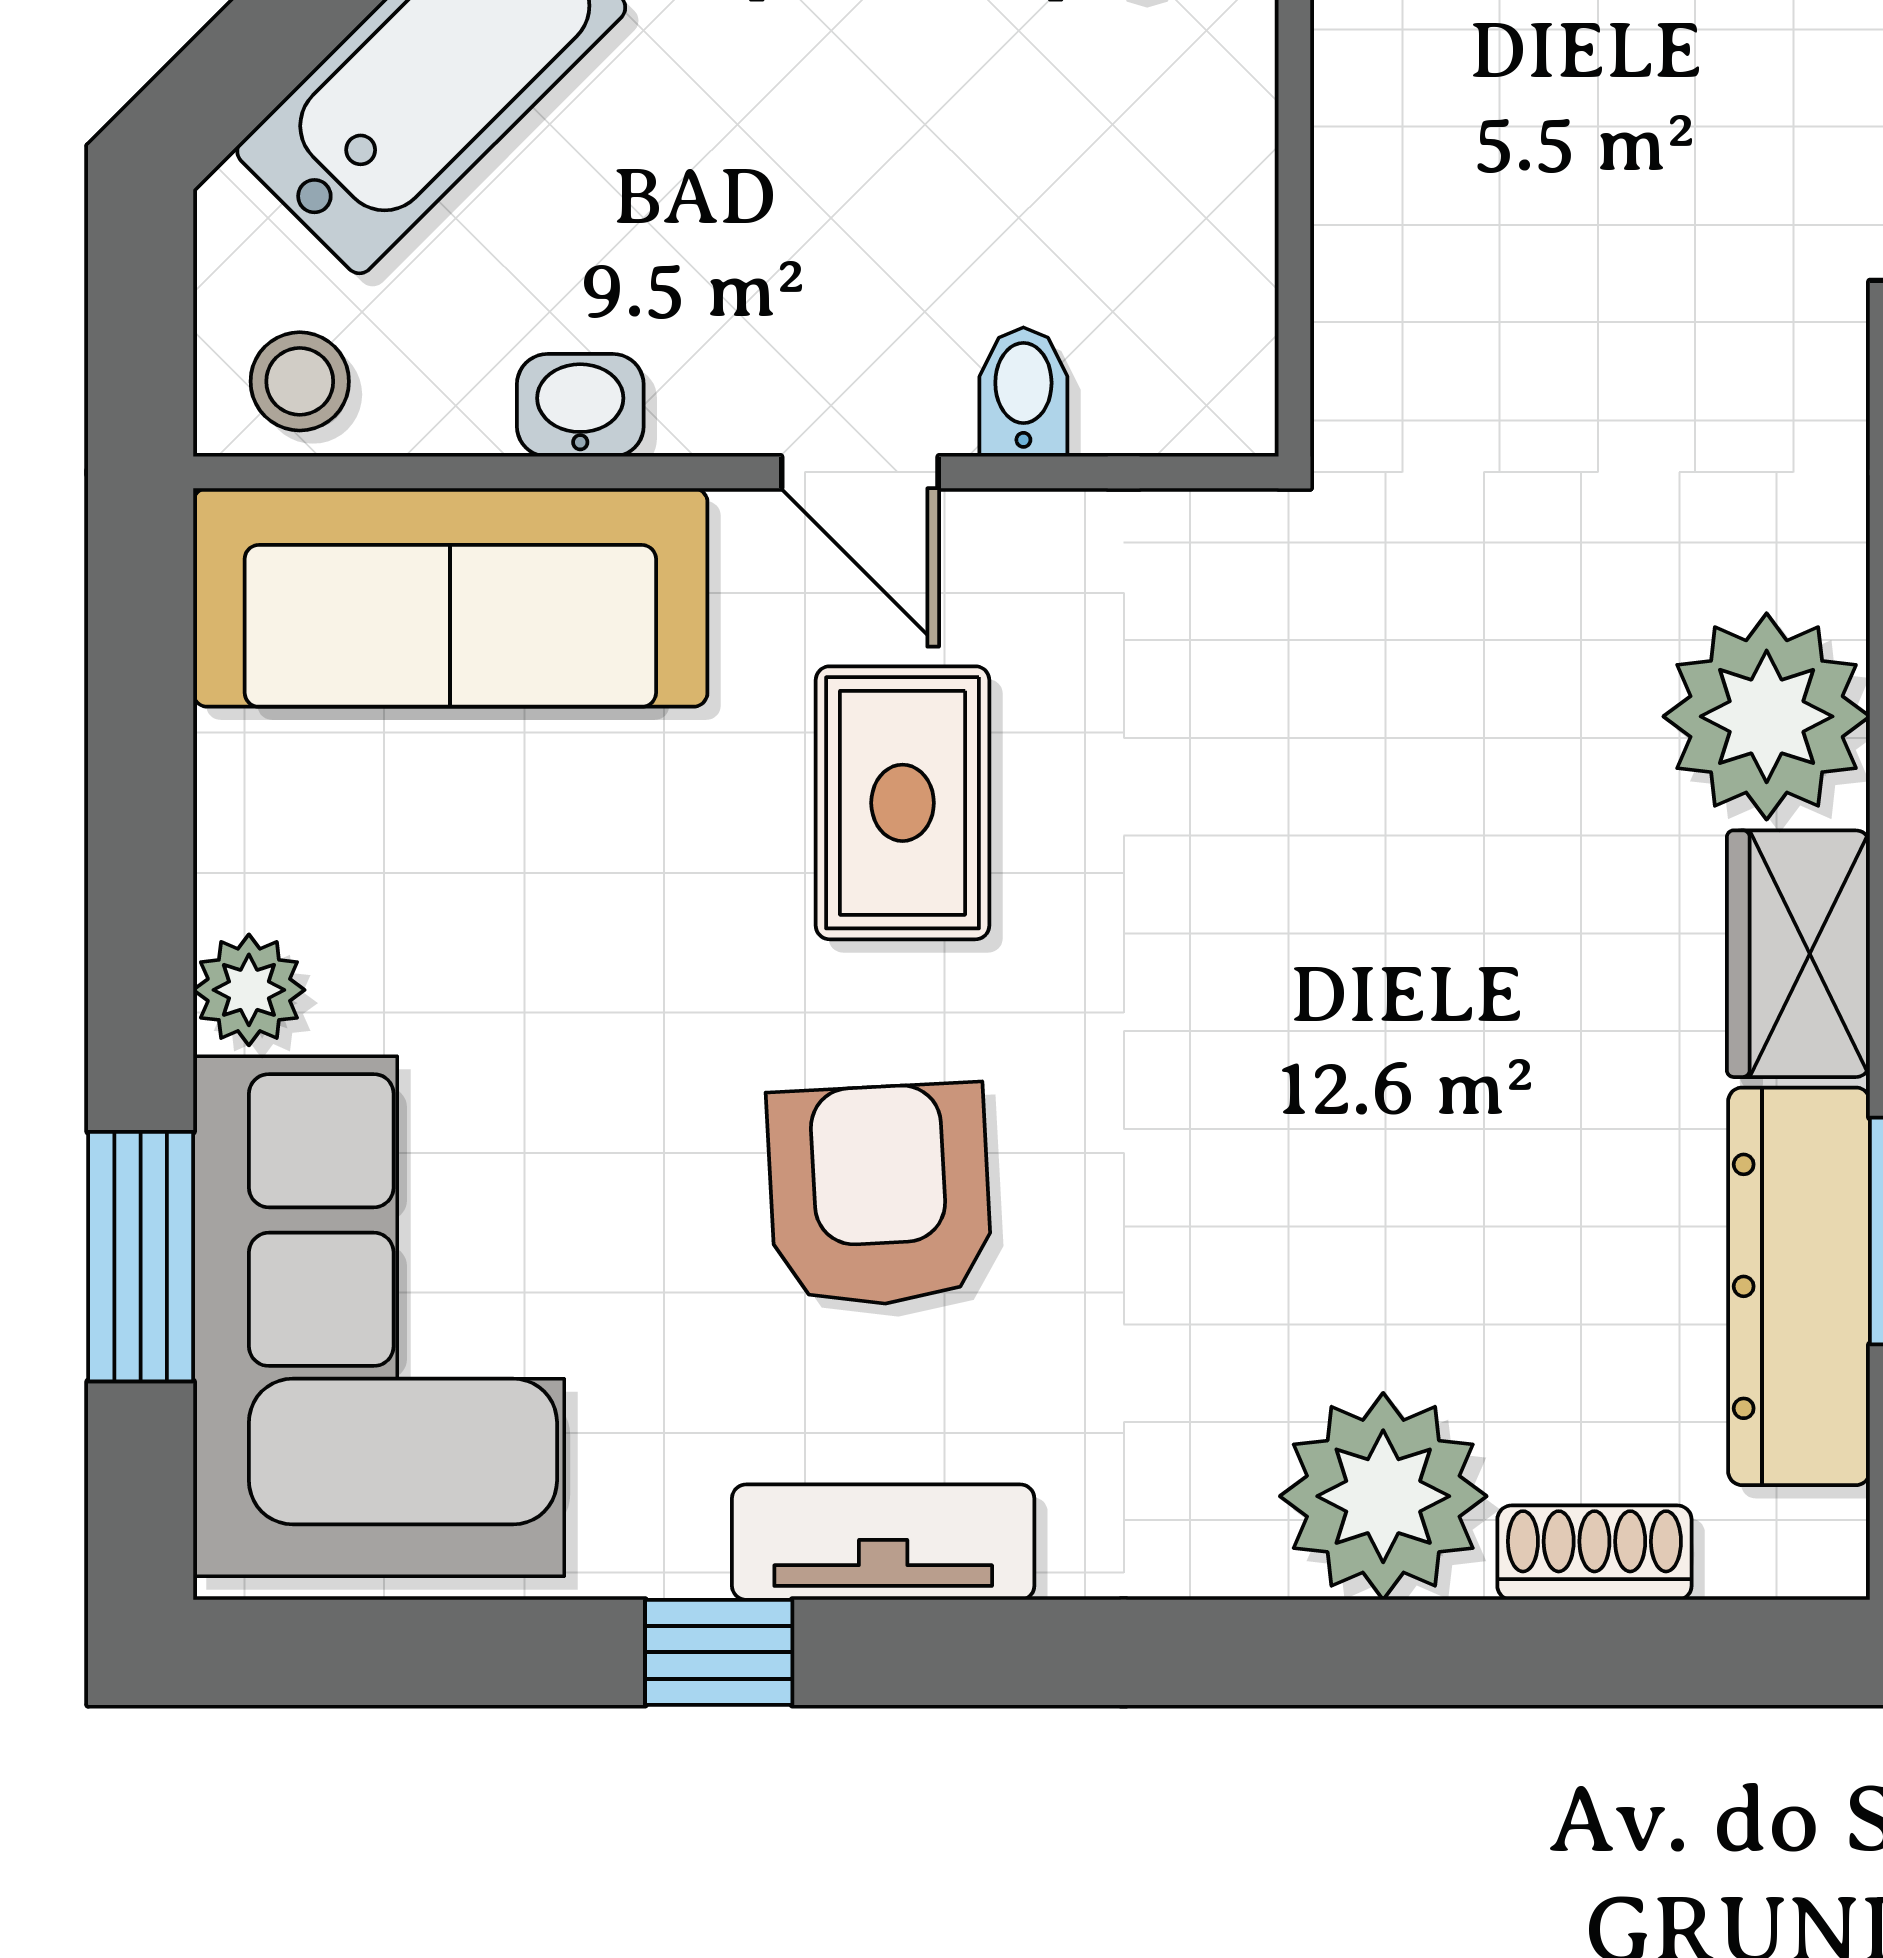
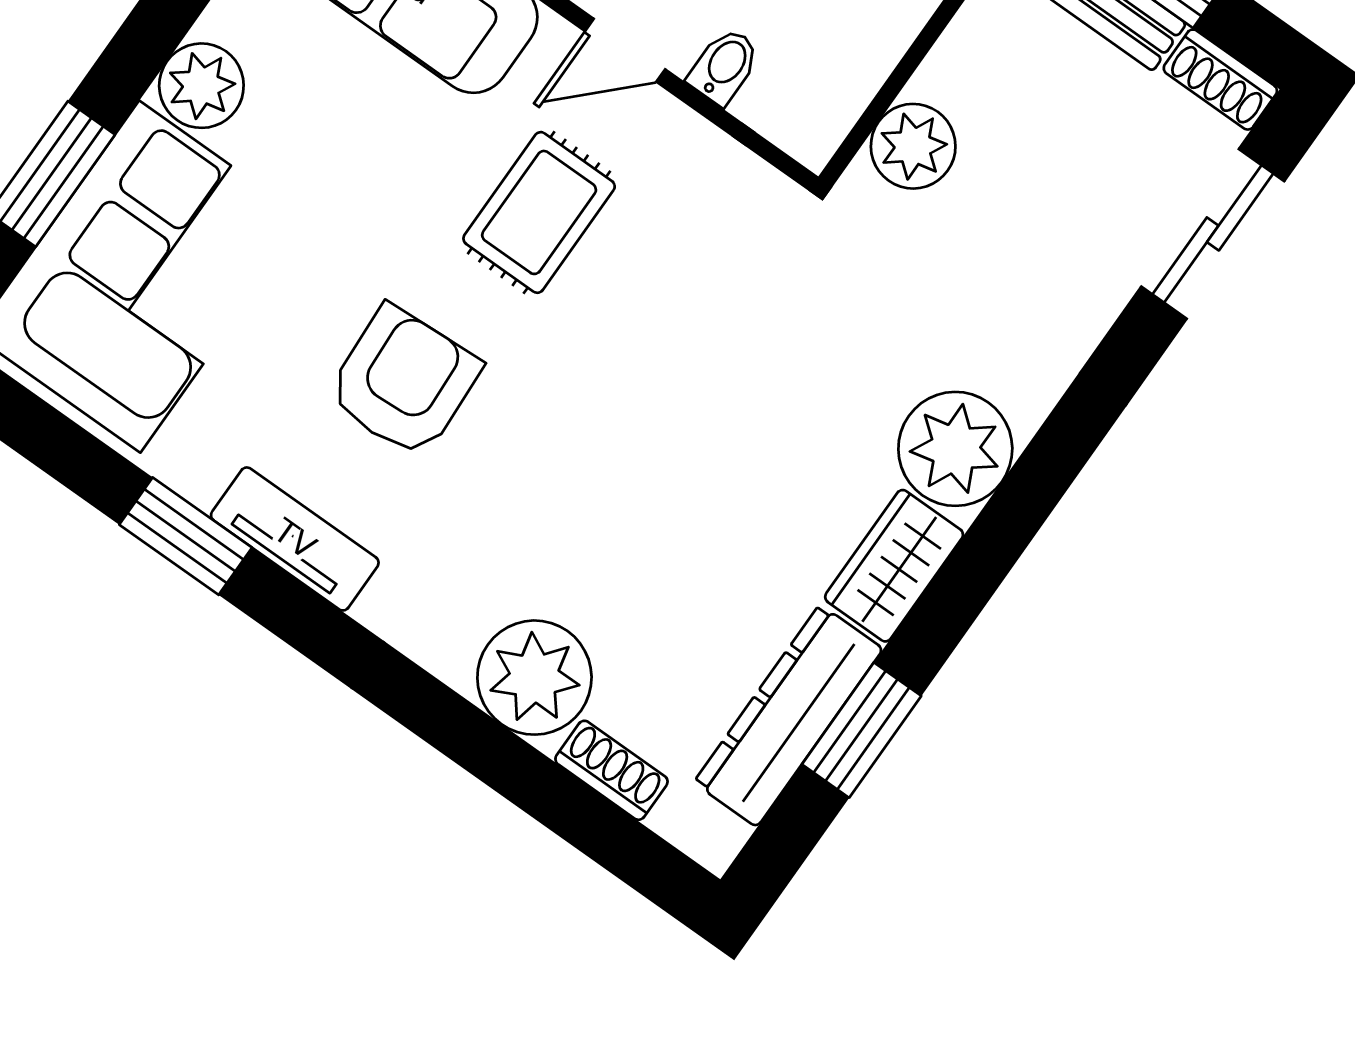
plant: (1387, 313) -> (913, 146), added
door: (860, 472) -> (625, 50), hinge flipped
plant: (249, 990) -> (201, 86), width x1.38, depth x1.38
window: (719, 1652) -> (186, 536), width x1.50

